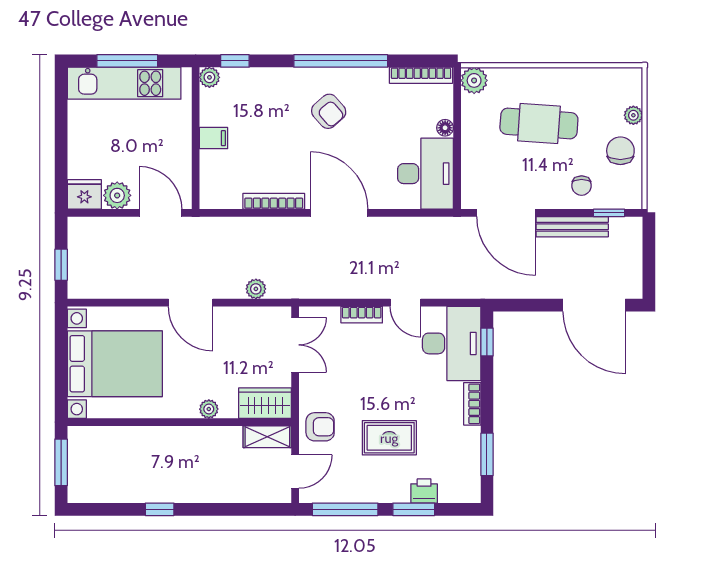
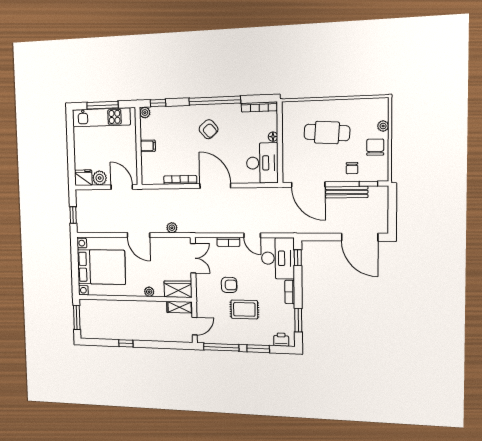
plant: (474, 80) -> (289, 109), removed
armchair: (320, 427) -> (229, 285), moved
printer: (424, 491) -> (281, 340), moved

